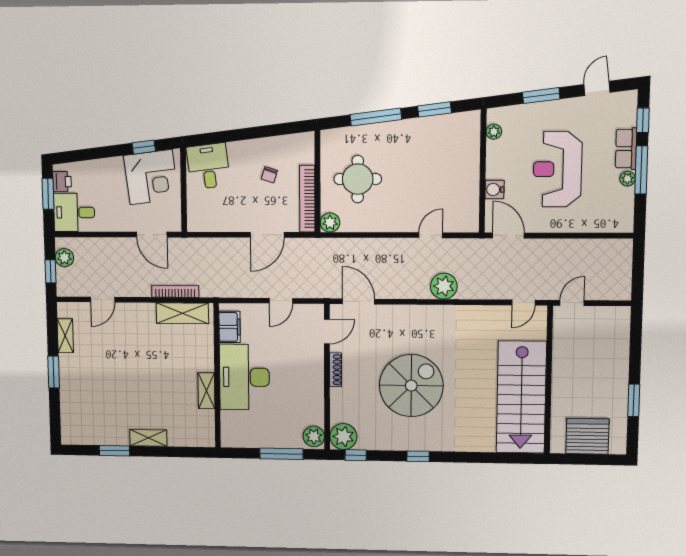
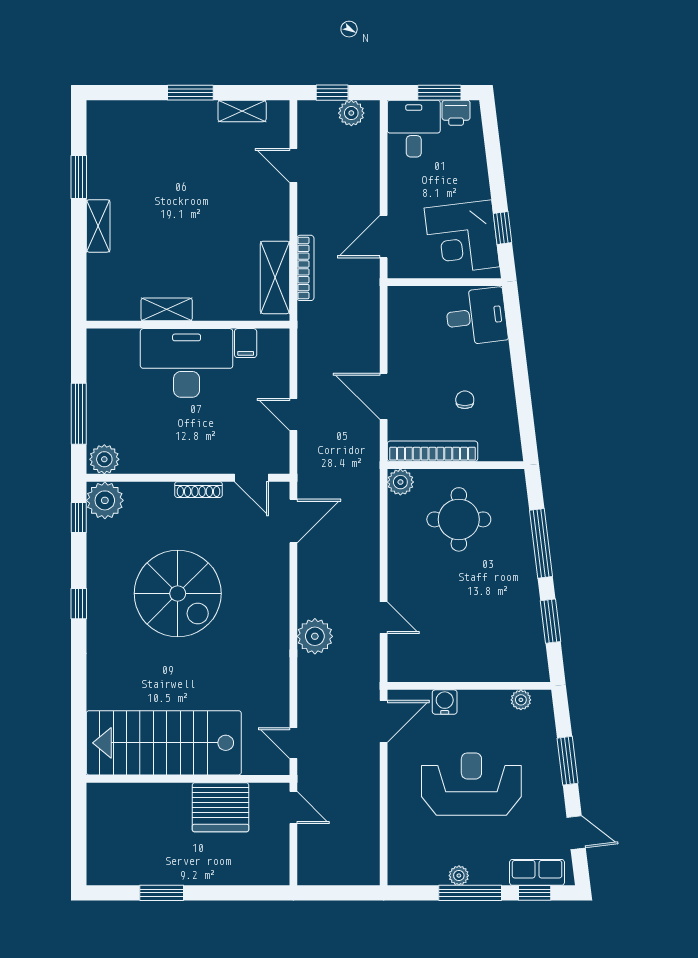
row of seats: (626, 149) -> (537, 872), moved
chair: (269, 175) -> (465, 400), turned 72
filing cabinet: (230, 327) -> (246, 343), width x0.50
server rack: (587, 436) -> (221, 807), moved, turned 90

